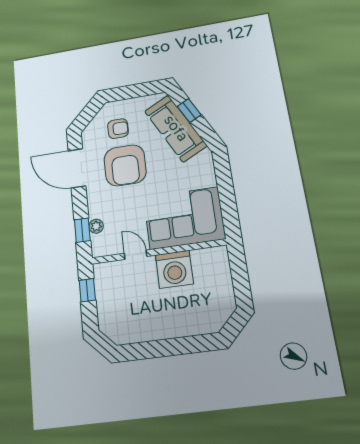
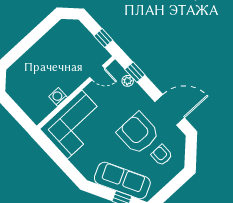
armchair: (118, 129) -> (162, 155), turned 90
door: (136, 255) -> (97, 73), moved
washing machine: (174, 269) -> (58, 97), width x0.53, depth x0.53

